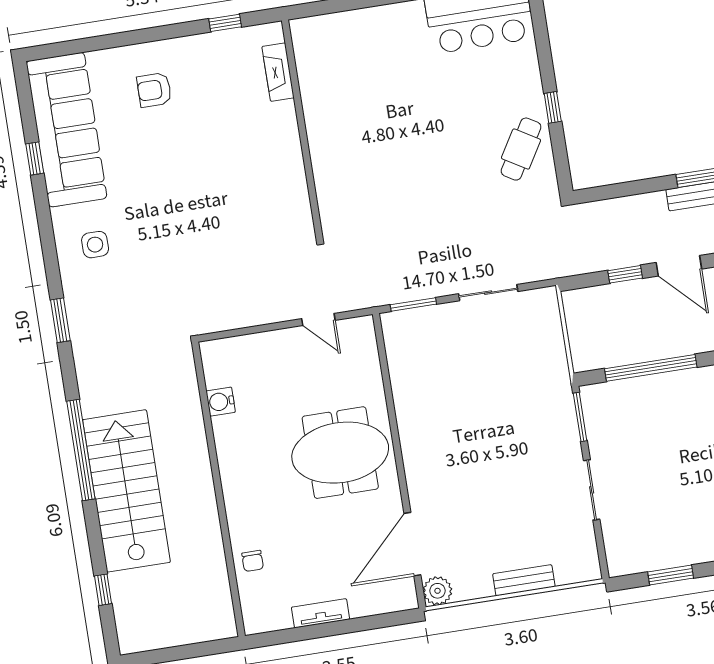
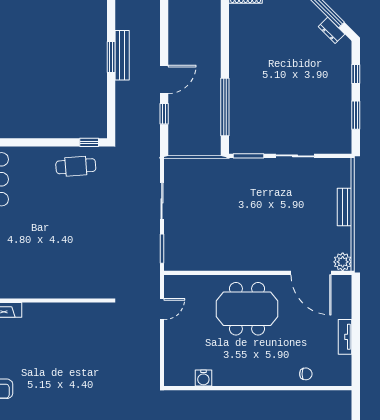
window: (553, 107) -> (89, 142), moved
cafe table: (521, 149) -> (76, 166), turned -35
meeting table: (340, 453) -> (247, 309), turned 90

